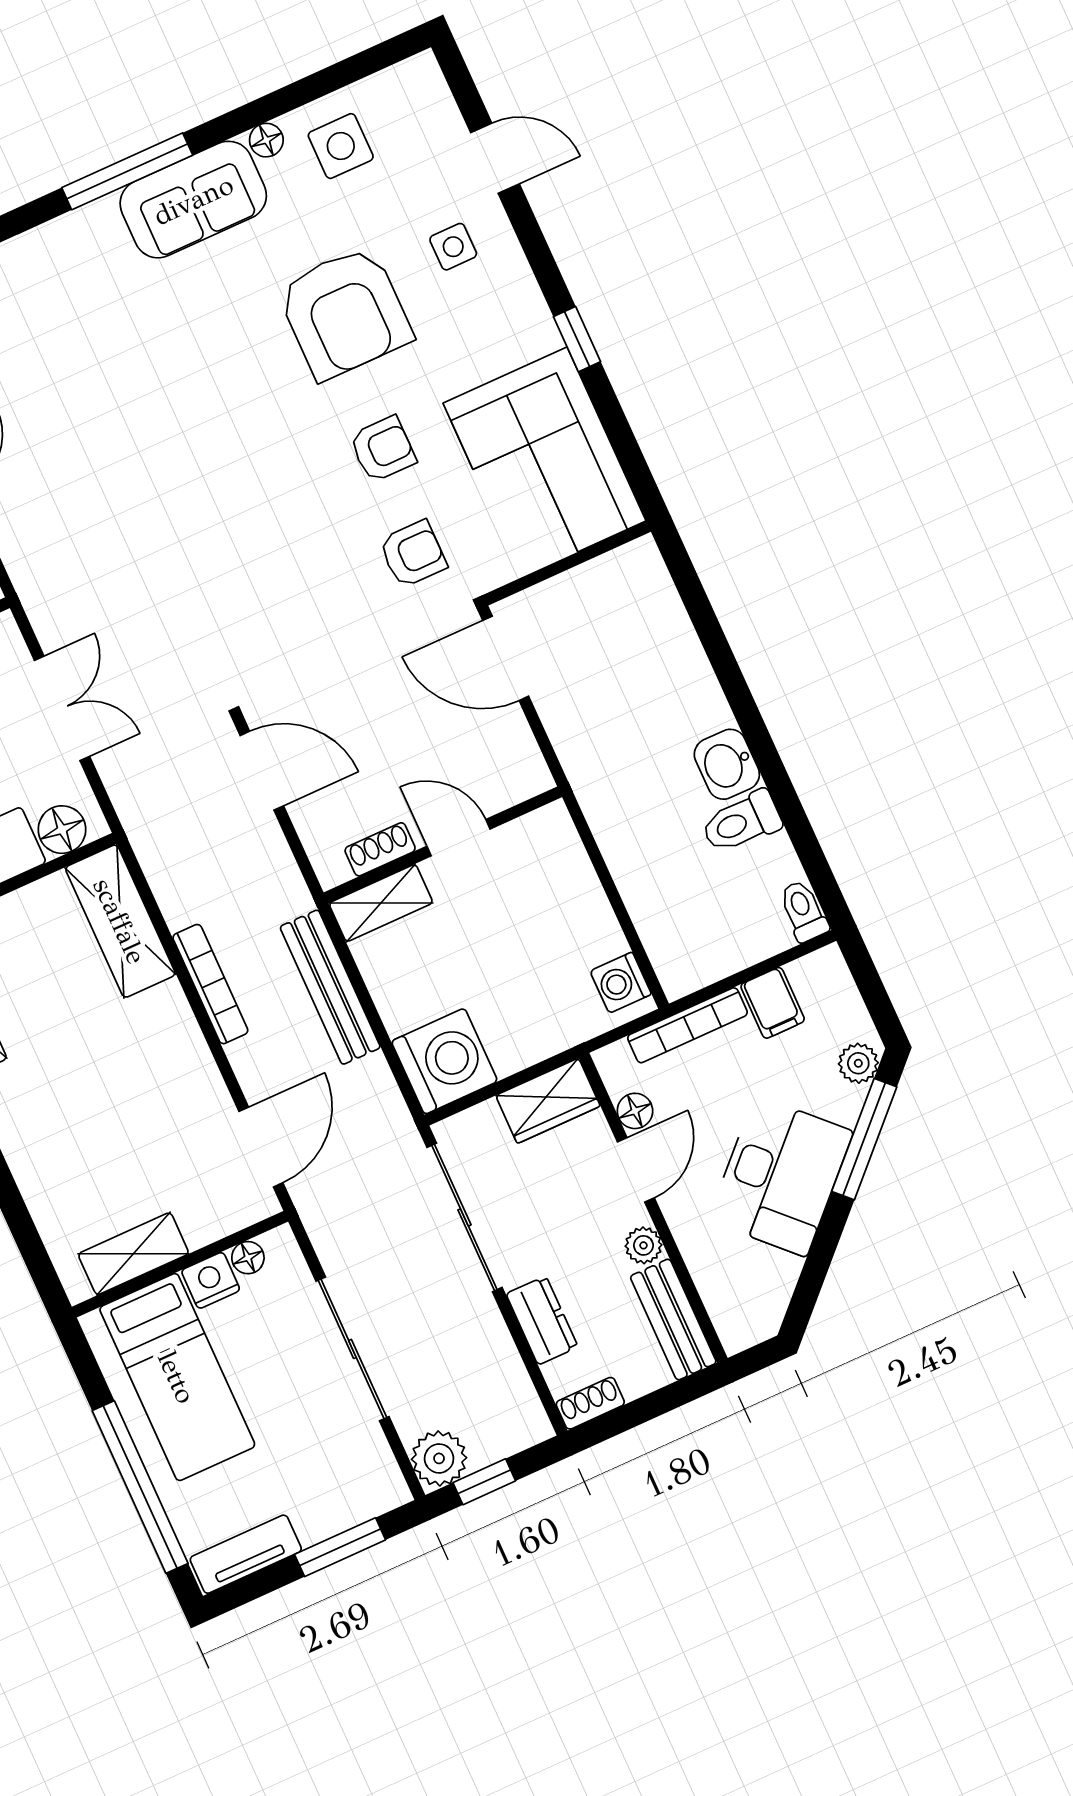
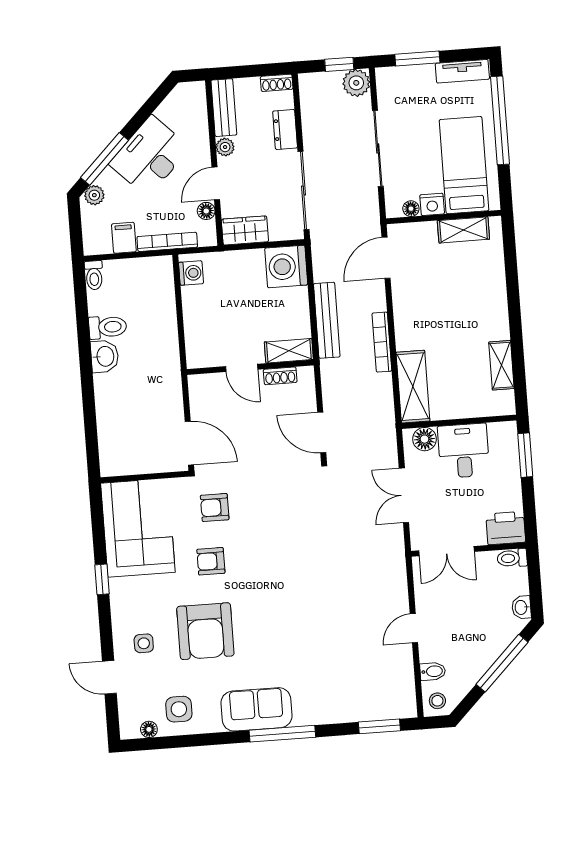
floor lamp: (266, 140) -> (149, 729), moved
armchair: (345, 313) -> (205, 631), turned 180

